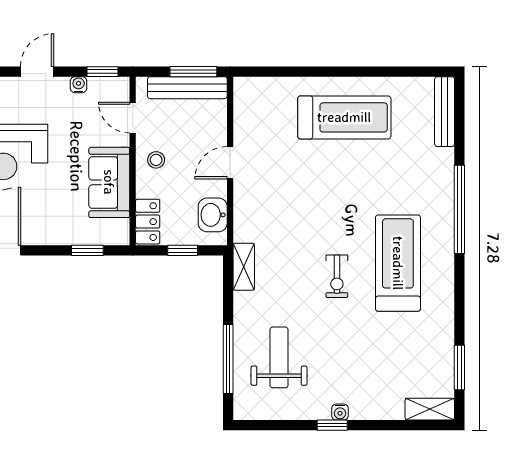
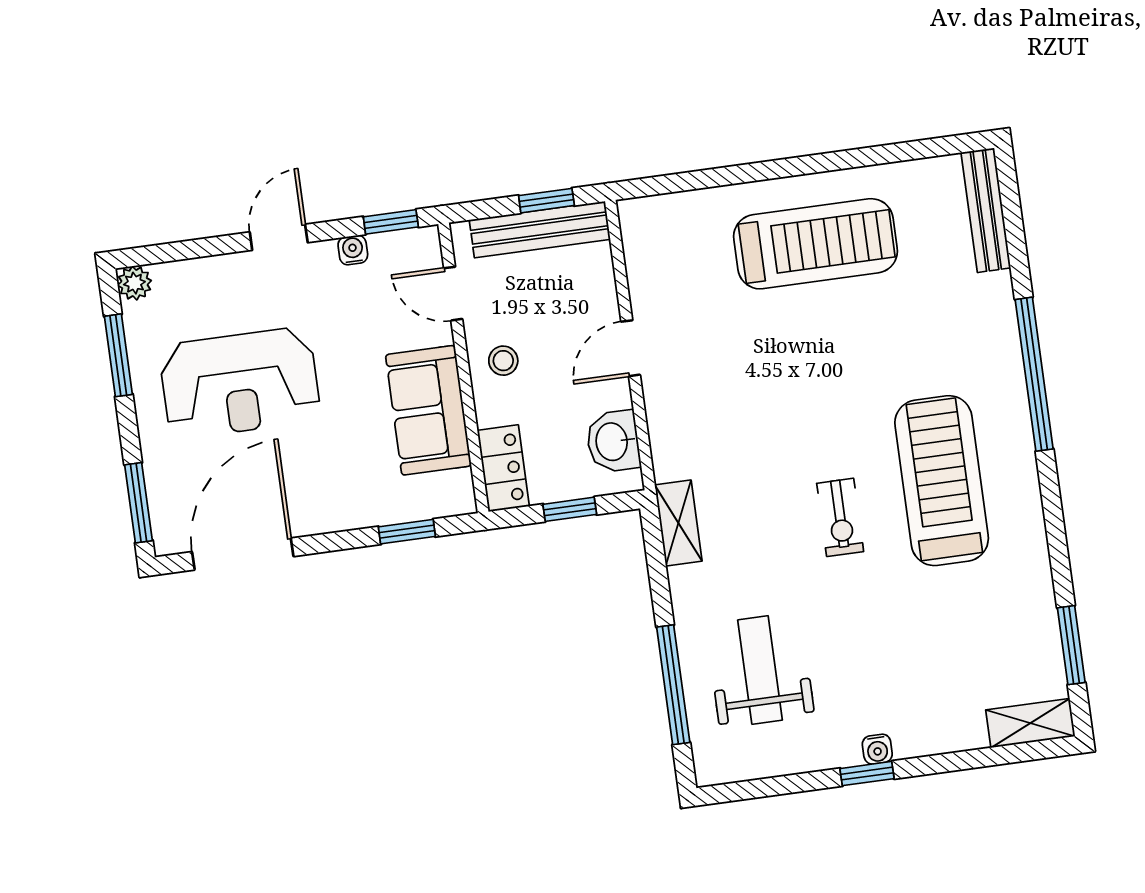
window: (193, 72) -> (546, 201), width x0.67

